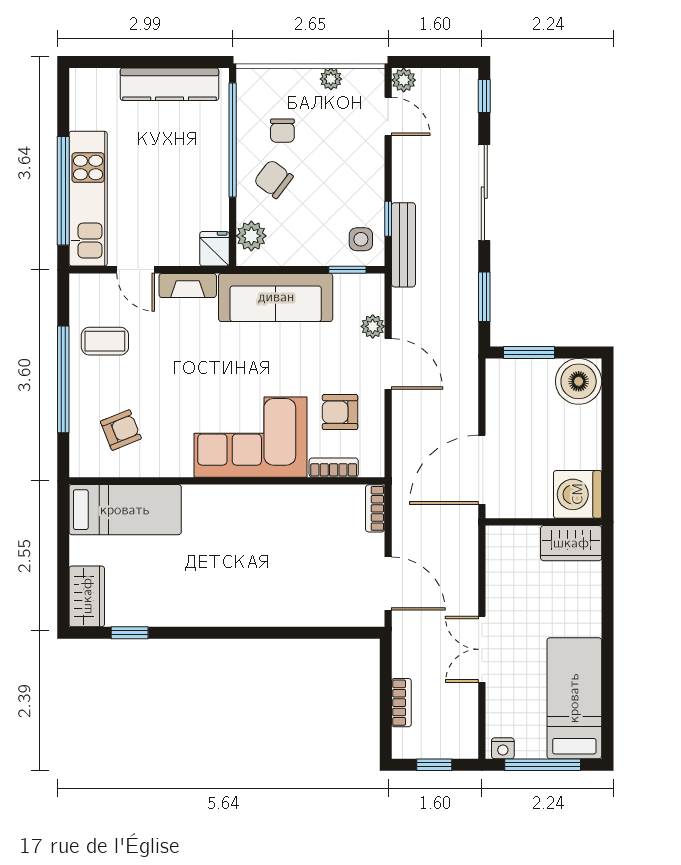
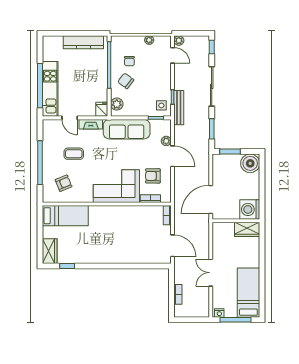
coffee table: (105, 341) -> (74, 154), moved
window: (434, 765) -> (191, 320), removed

